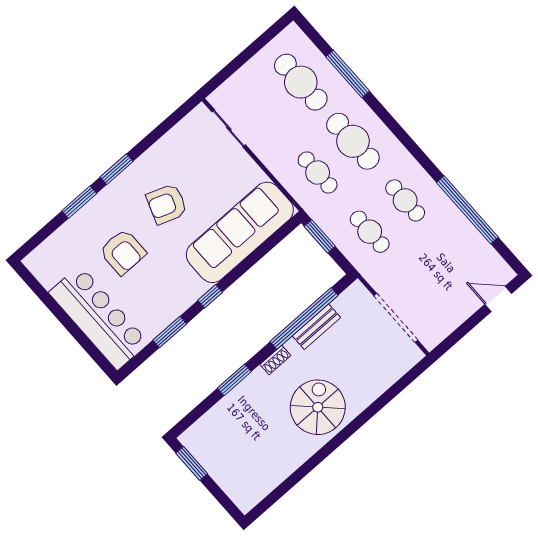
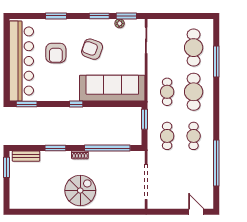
window: (173, 119) -> (126, 16), added
plant: (173, 137) -> (120, 23), added
window: (117, 169) -> (99, 16), moved
bar counter: (99, 318) -> (21, 61), width x1.36
bench: (316, 327) -> (26, 156), moved
window: (170, 332) -> (27, 104), moved

